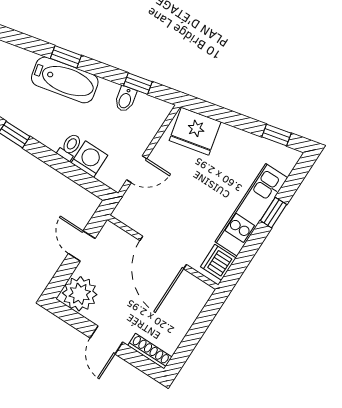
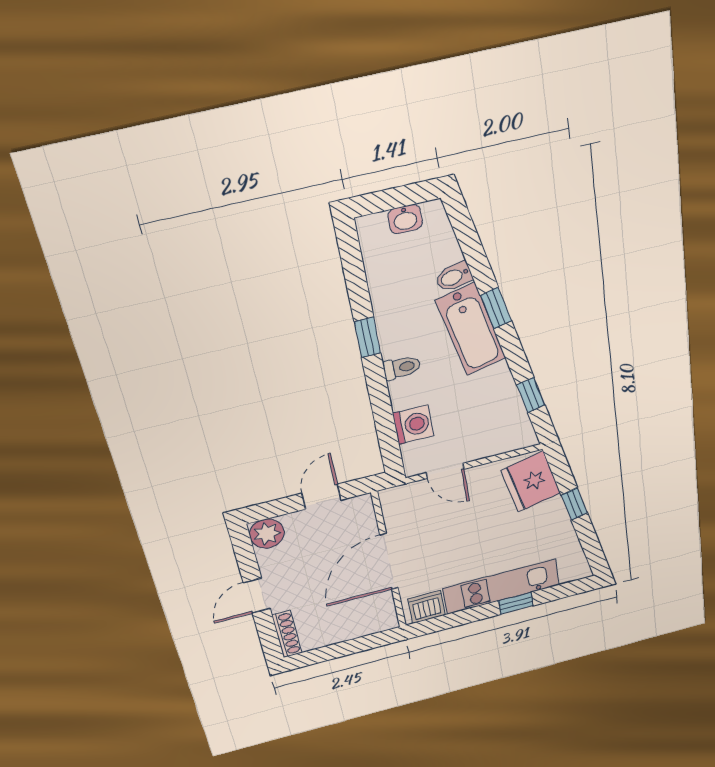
bidet: (125, 99) -> (454, 277), moved
window: (276, 135) -> (574, 504), moved
toilet: (70, 147) -> (402, 368), moved
plant: (80, 294) -> (267, 534), width x0.73, depth x0.73

